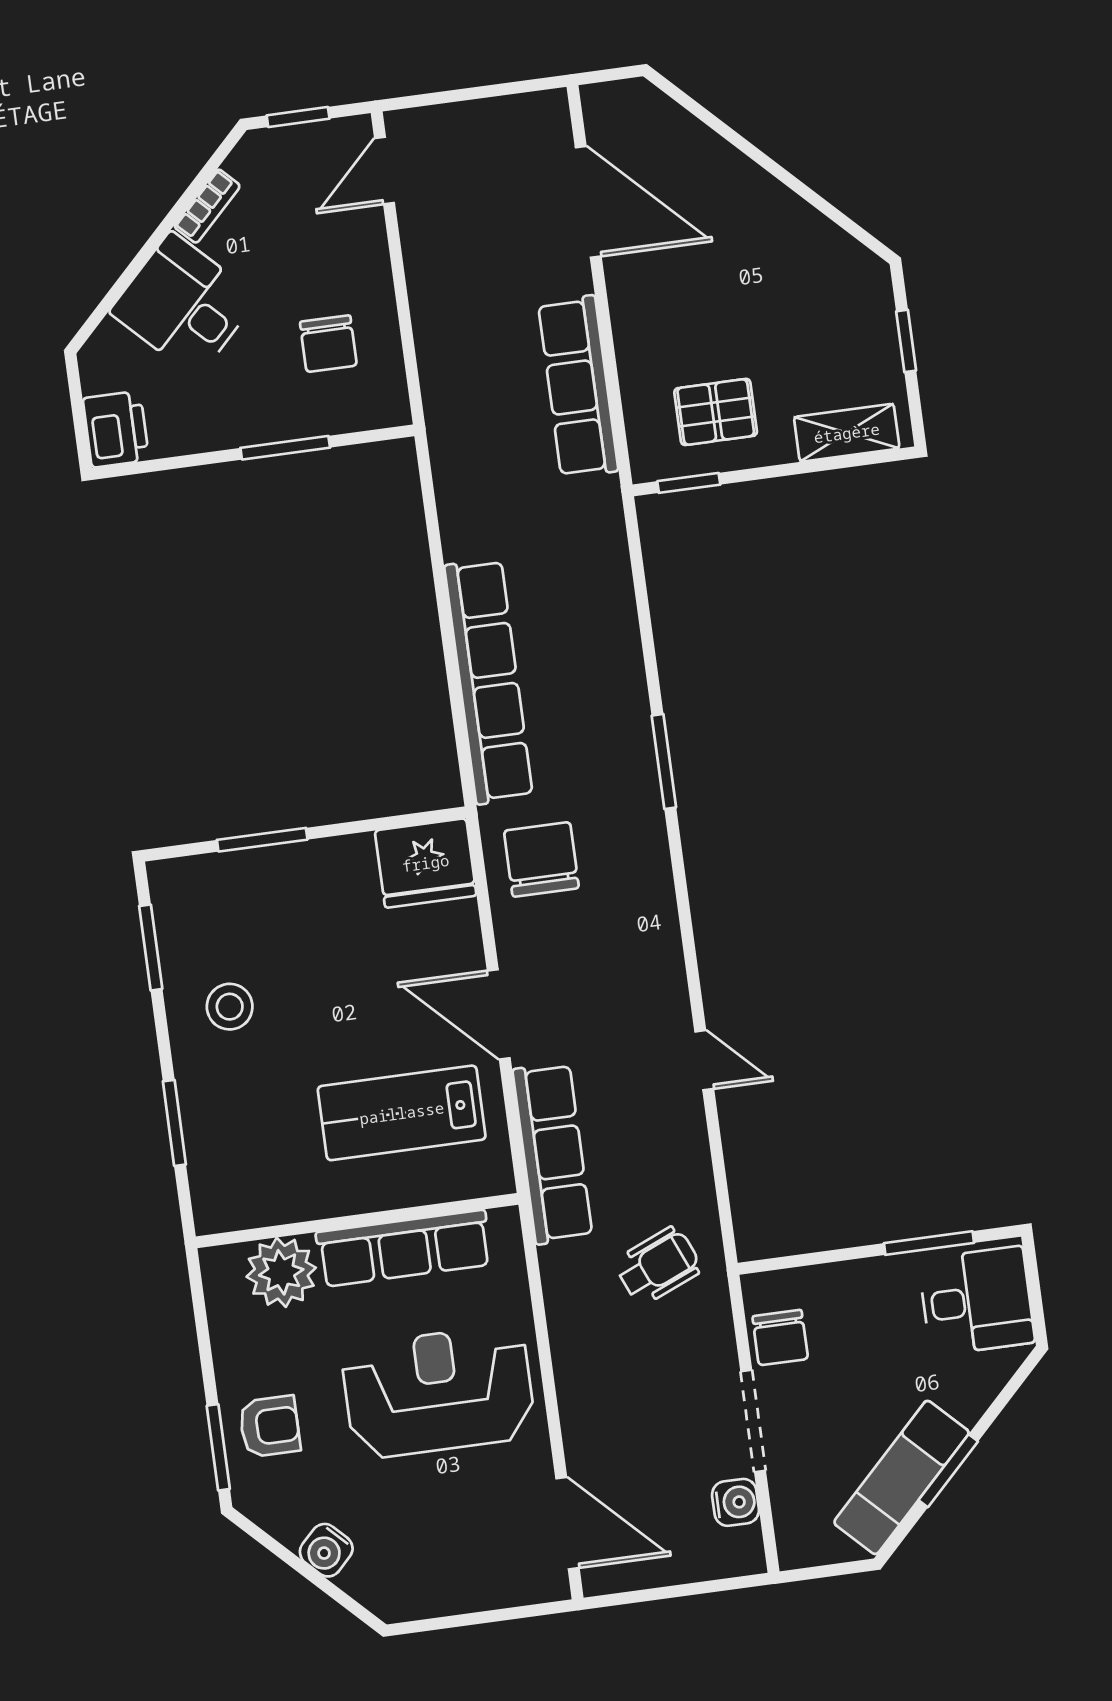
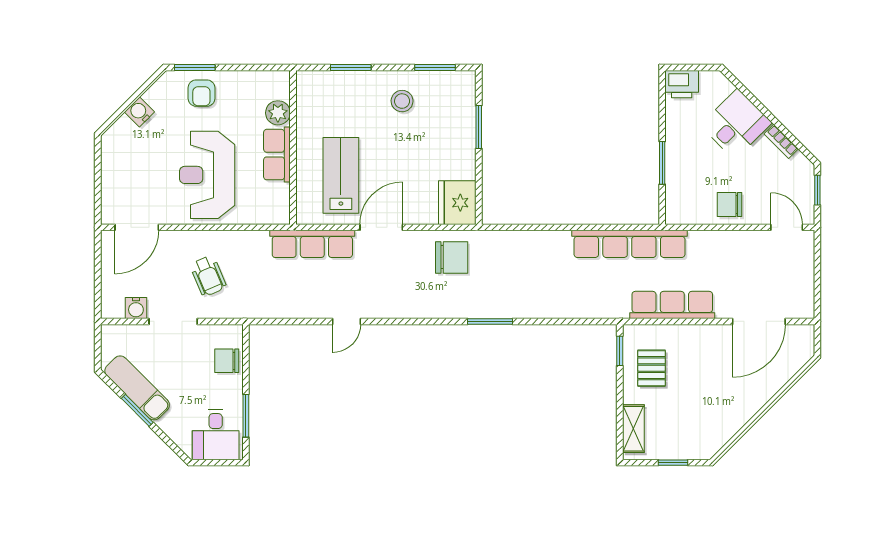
chair: (328, 344) -> (729, 205), moved
row of seats: (489, 681) -> (629, 244), moved
row of seats: (404, 1248) -> (277, 155), width x0.68
wheelchair: (658, 1266) -> (208, 276), moved
plant: (281, 1272) -> (278, 113), width x0.73, depth x0.73
chair: (780, 1338) -> (227, 361), moved
reception desk: (438, 1392) -> (207, 175), turned 180

